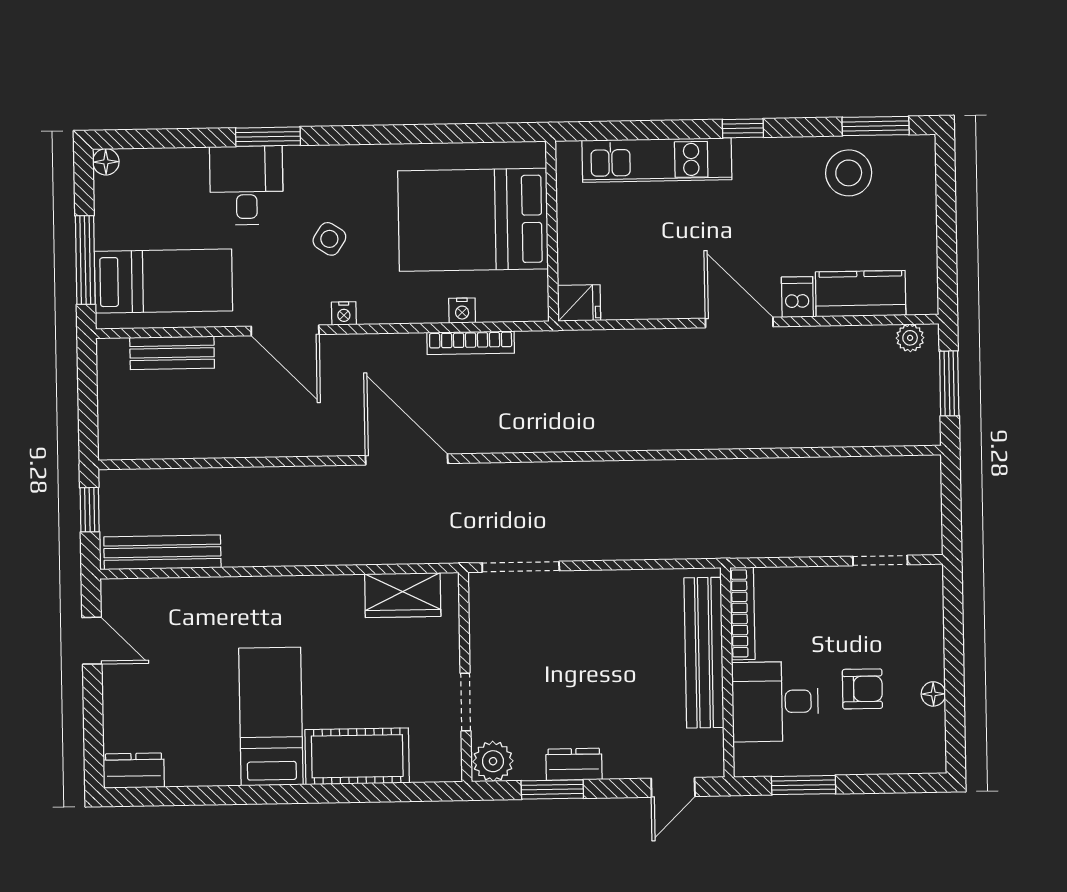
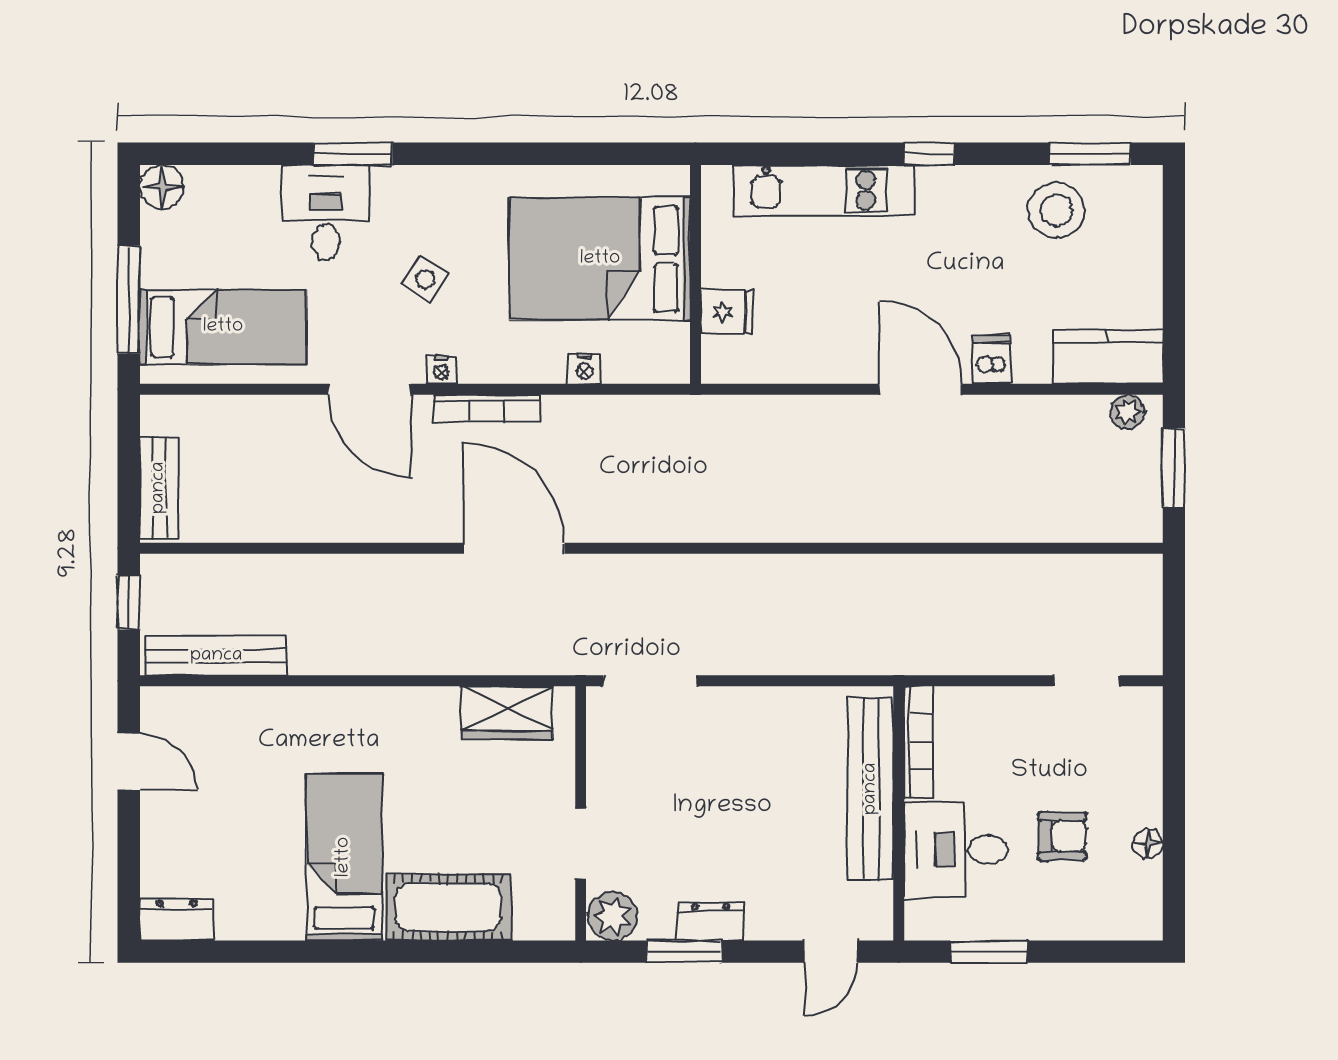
floor lamp: (106, 162) -> (162, 187), width x1.37, depth x1.37
kitchen counter: (861, 294) -> (1109, 357), moved
fridge: (579, 303) -> (727, 312), moved
bookcase: (471, 343) -> (486, 408), moved
bench: (172, 353) -> (159, 488), moved, turned 90

